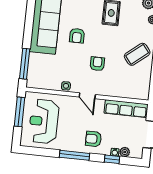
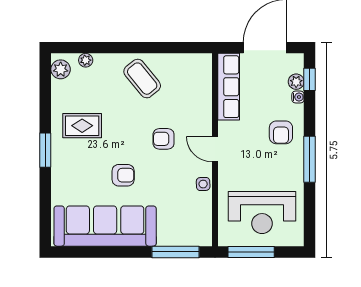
door: (87, 96) -> (215, 149), swing flipped
window: (112, 159) -> (310, 79), moved

